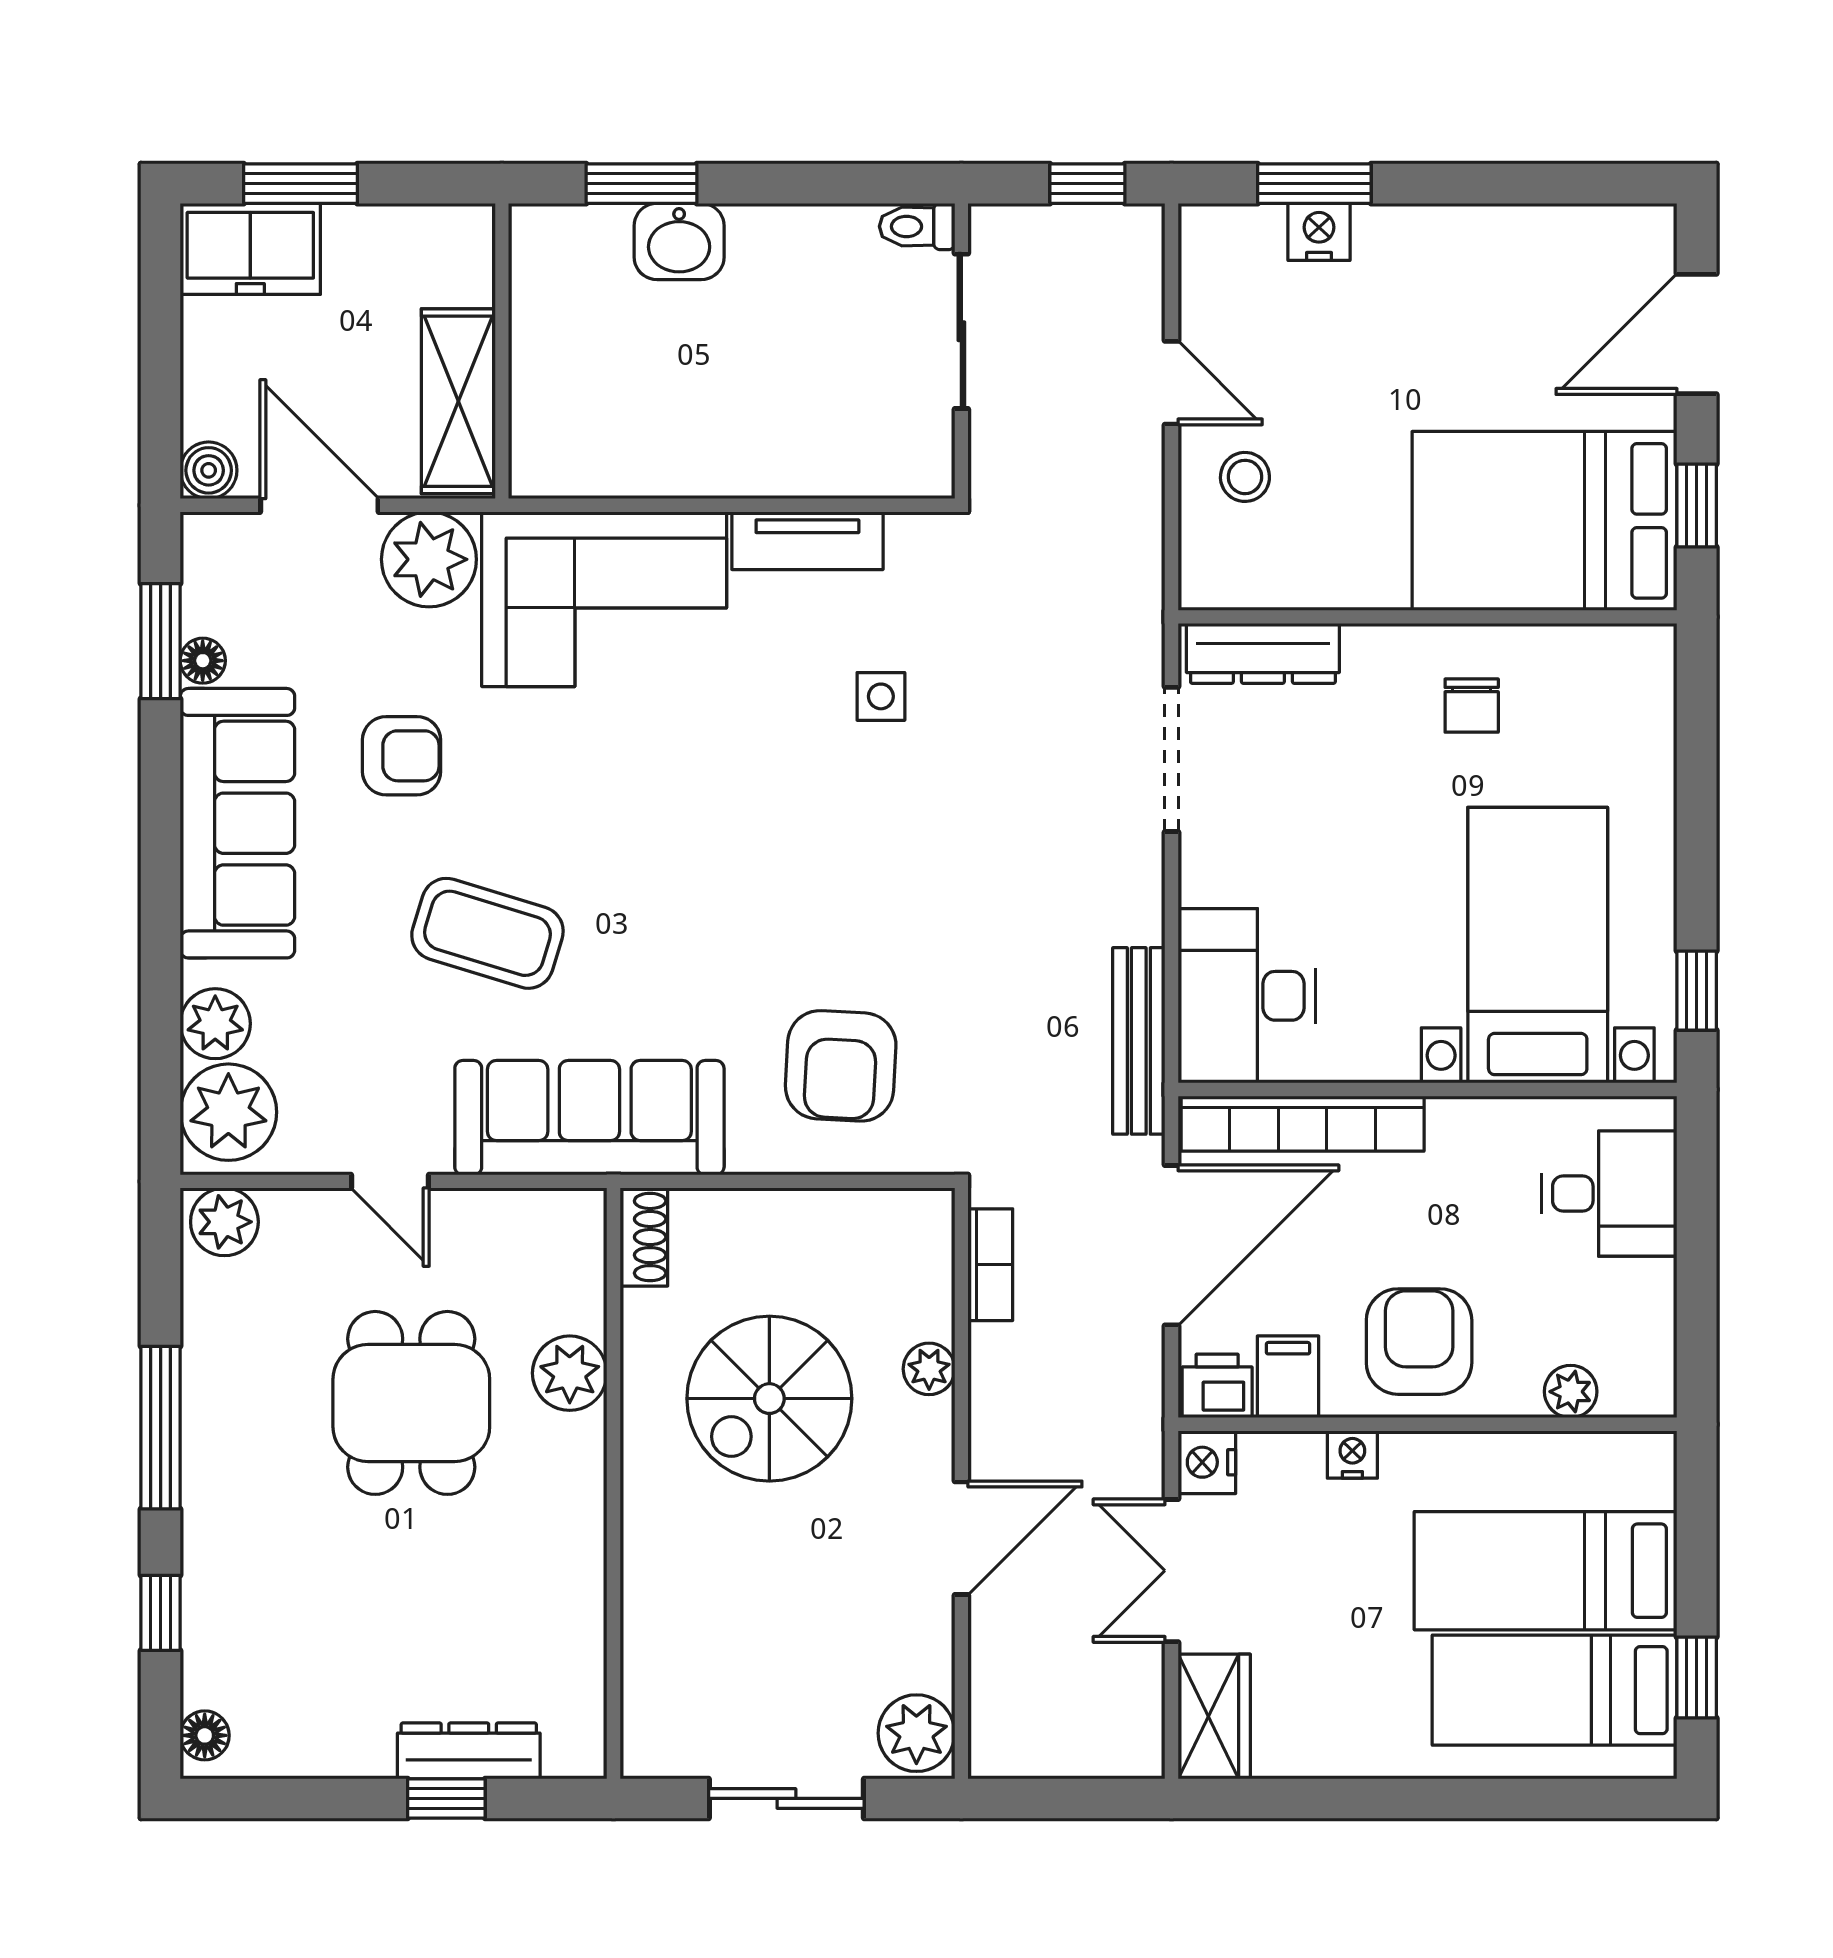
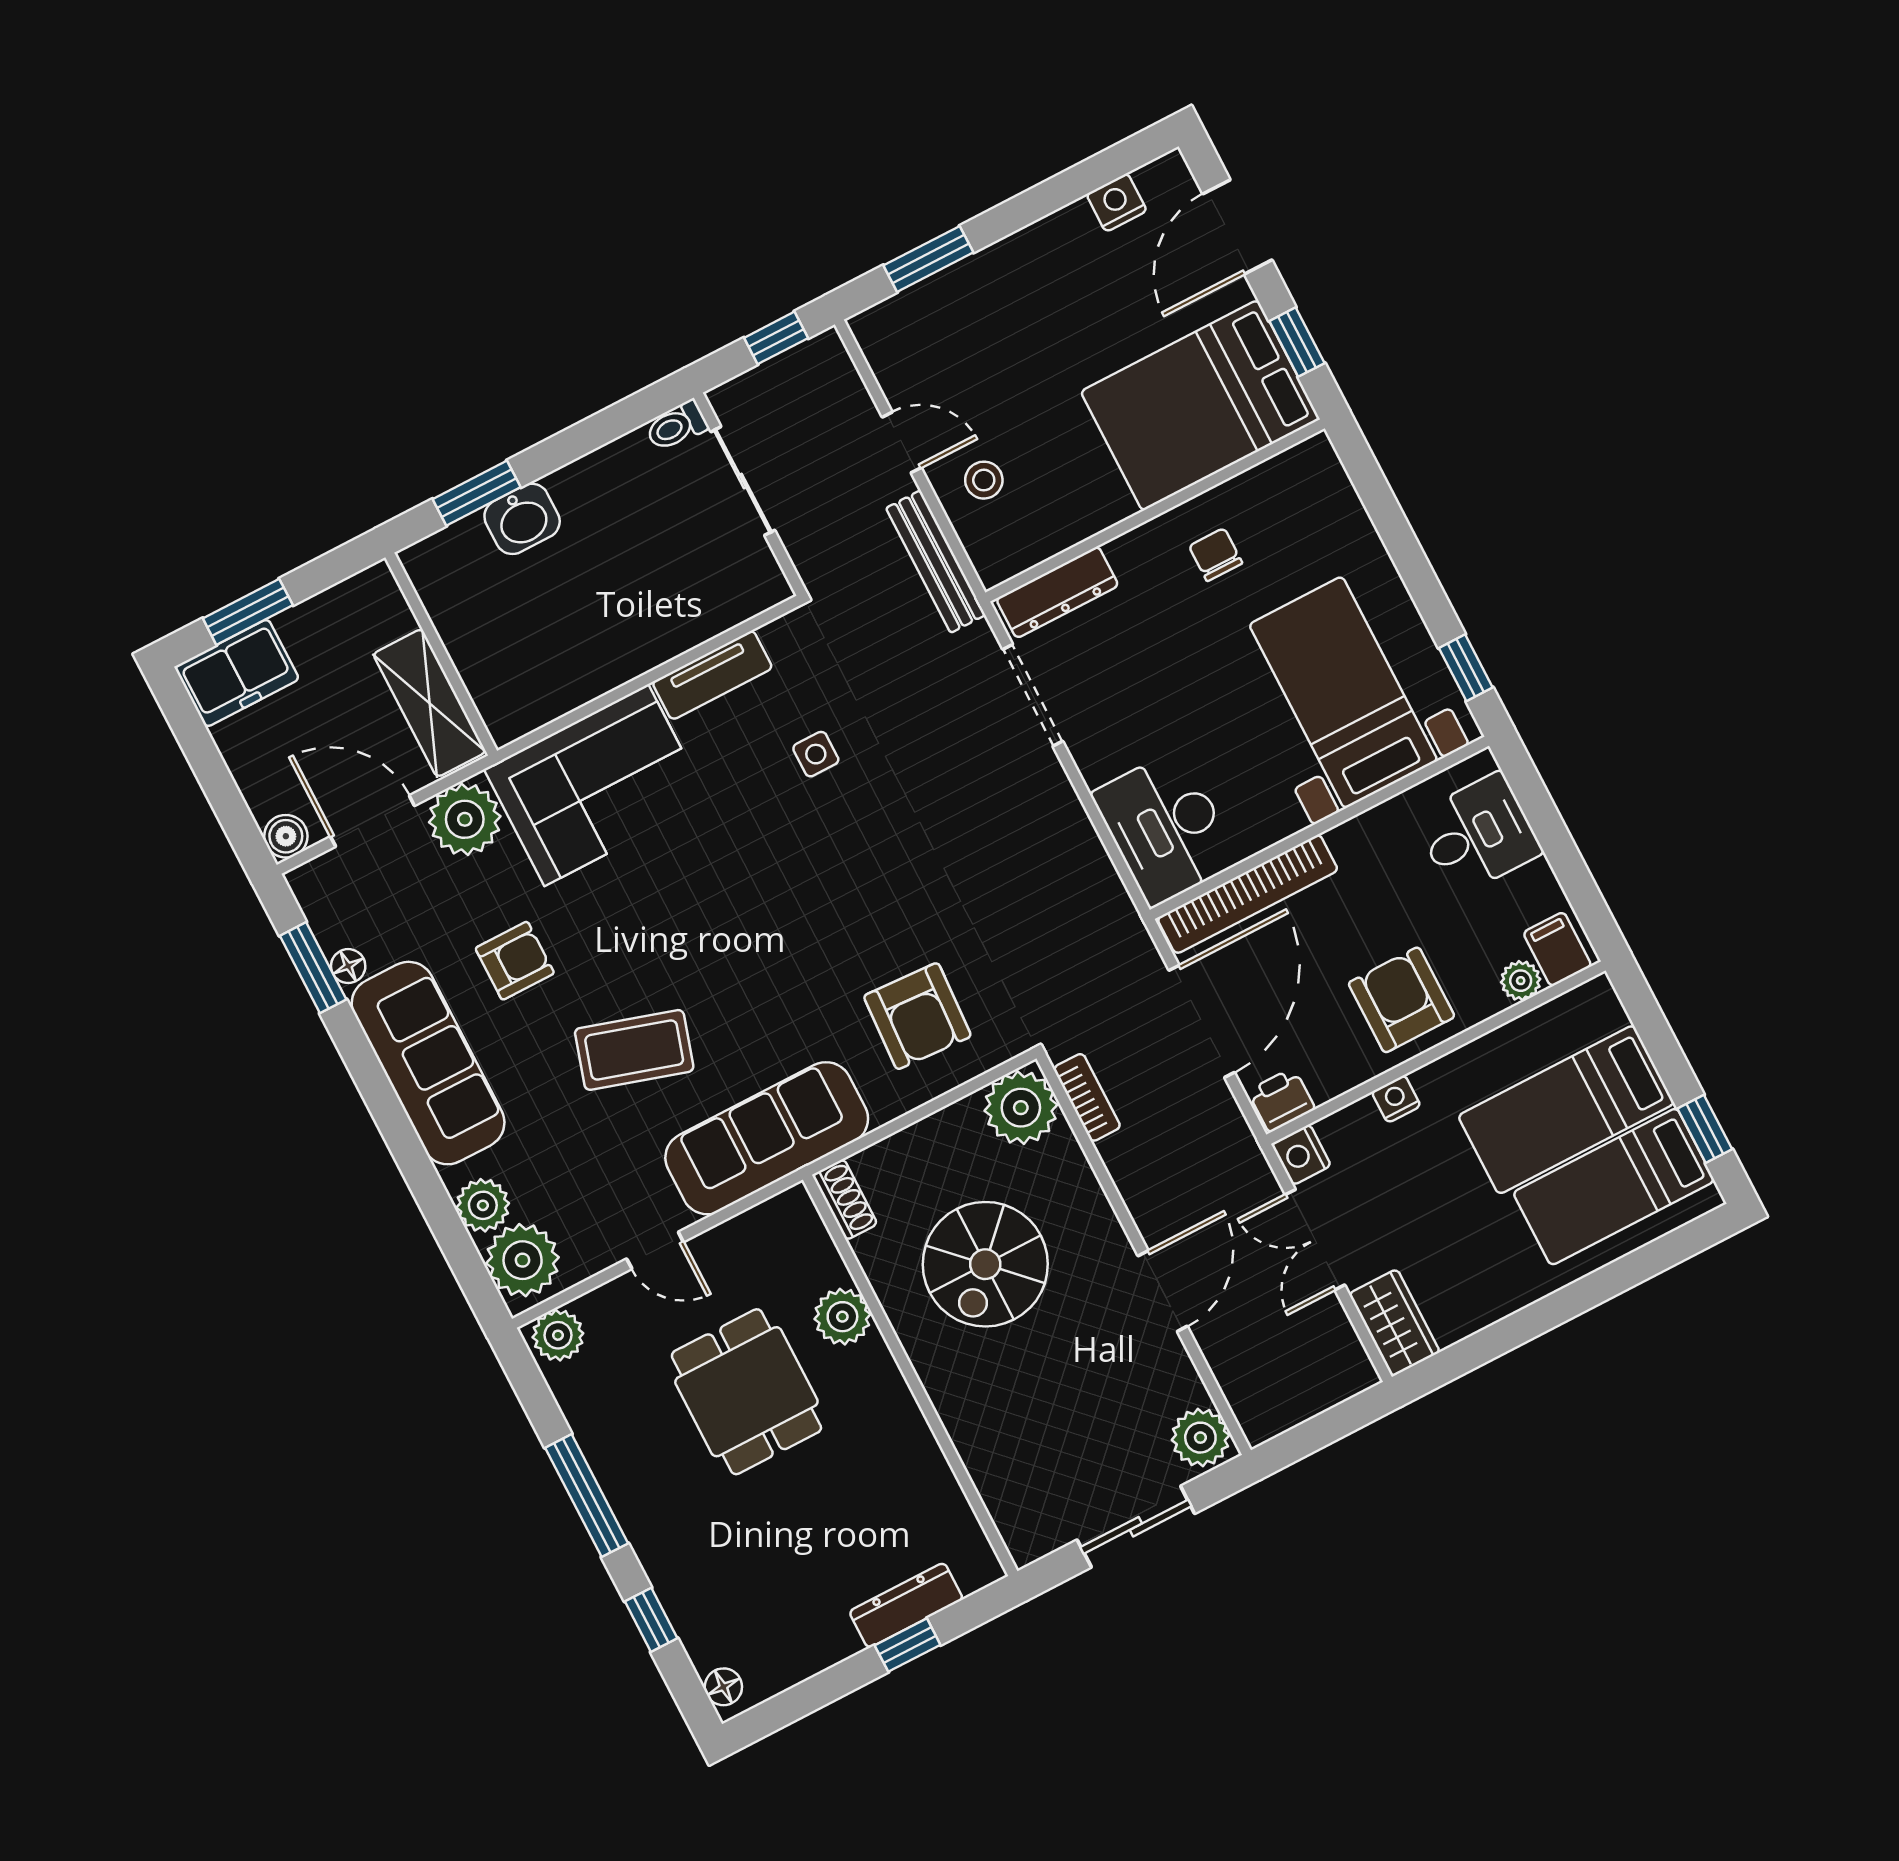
nightstand: (1319, 232) -> (1117, 203), moved
chair: (1472, 706) -> (1216, 555), turned 180
bench: (1139, 1041) -> (936, 562), moved
plant: (929, 1369) -> (1021, 1108), moved, width x1.88, depth x1.88
filing cabinet: (1288, 1377) -> (1557, 949), moved

